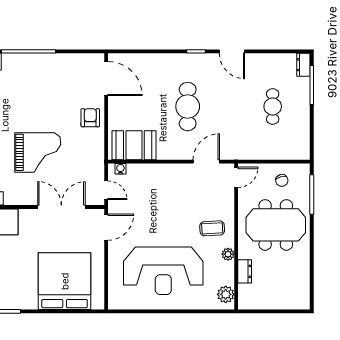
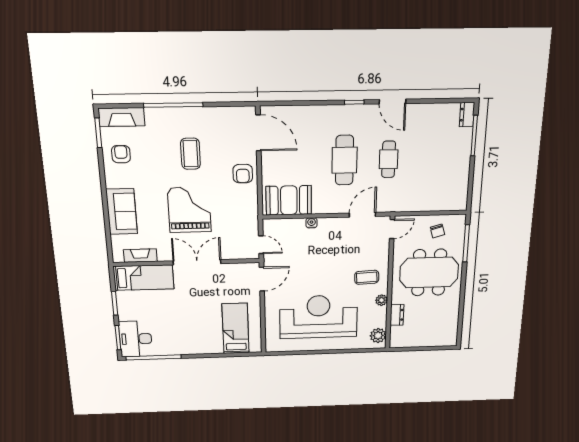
coffee table: (42, 97) -> (190, 154), added
cafe table: (273, 107) -> (389, 159), moved
armchair: (90, 118) -> (243, 174), turned 180
grand piano: (38, 152) -> (189, 210), turned -90
water cooler: (120, 169) -> (312, 223), moved
double door: (61, 207) -> (197, 262), moved
reception desk: (163, 271) -> (318, 317), turned 180
bed: (65, 281) -> (236, 328), width x0.49

